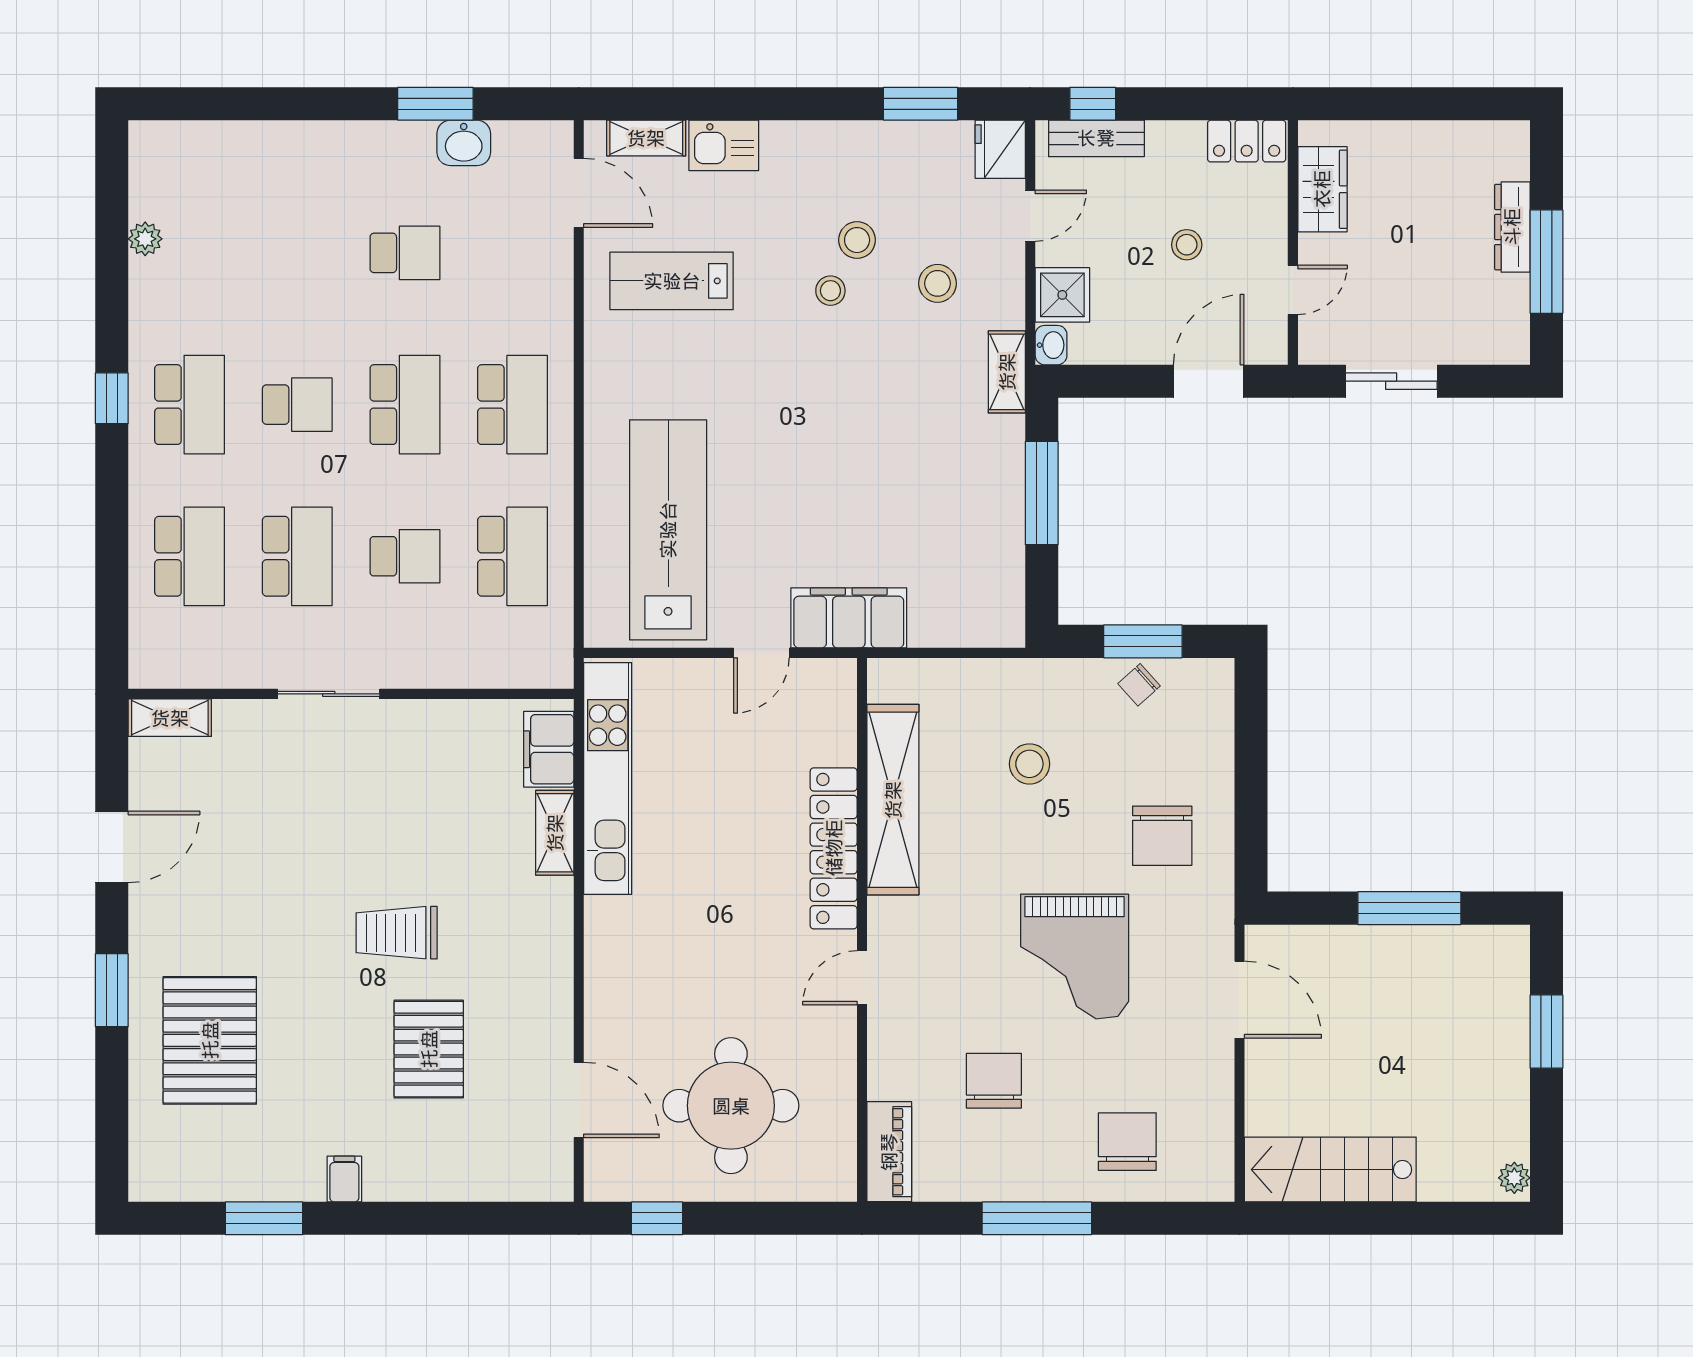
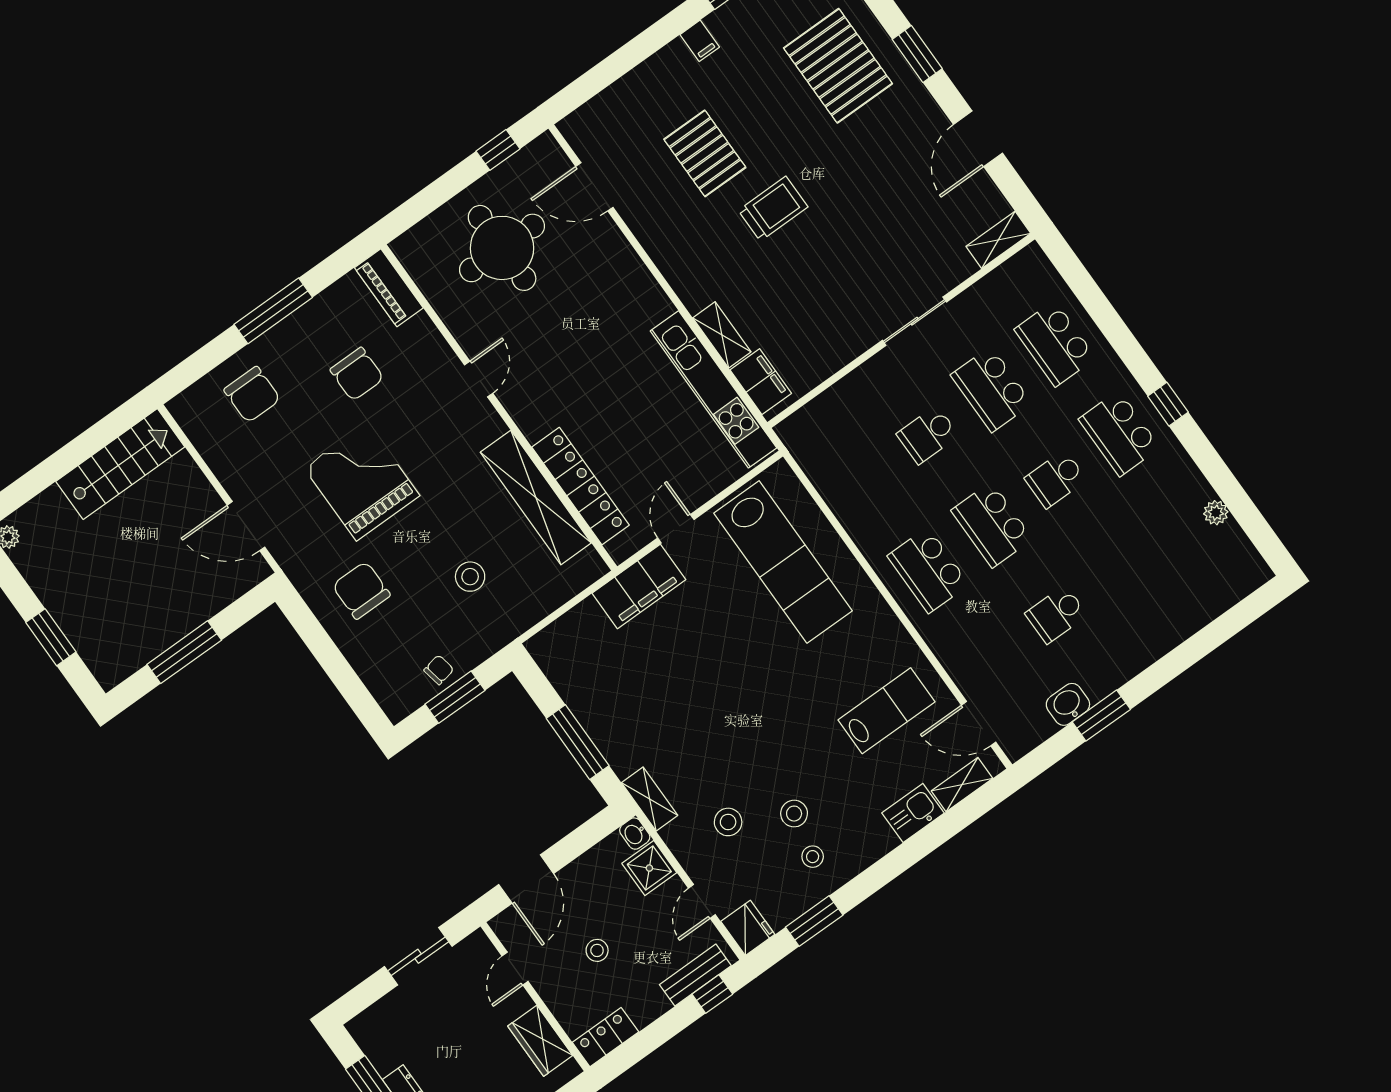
stool: (830, 291) -> (813, 857), moved
school desk: (513, 556) -> (864, 480), removed
chair: (1139, 685) -> (439, 670), turned 31
locker: (834, 848) -> (581, 486), moved

